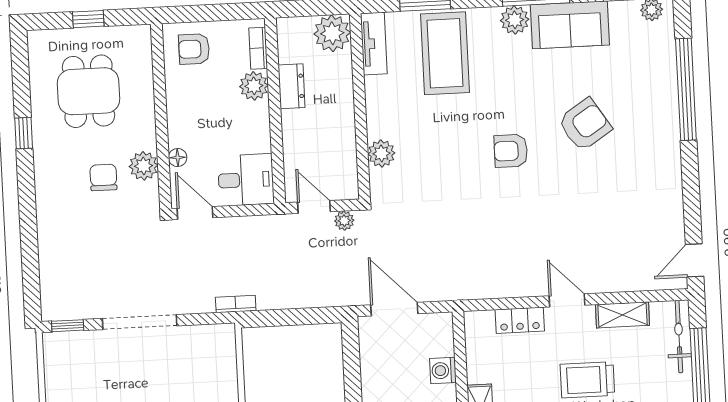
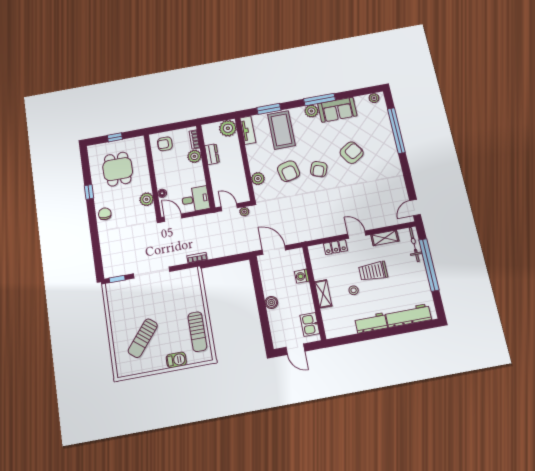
armchair: (447, 146) -> (289, 171), added
armchair: (511, 151) -> (319, 169), turned -70
chair: (103, 177) -> (105, 214), moved

